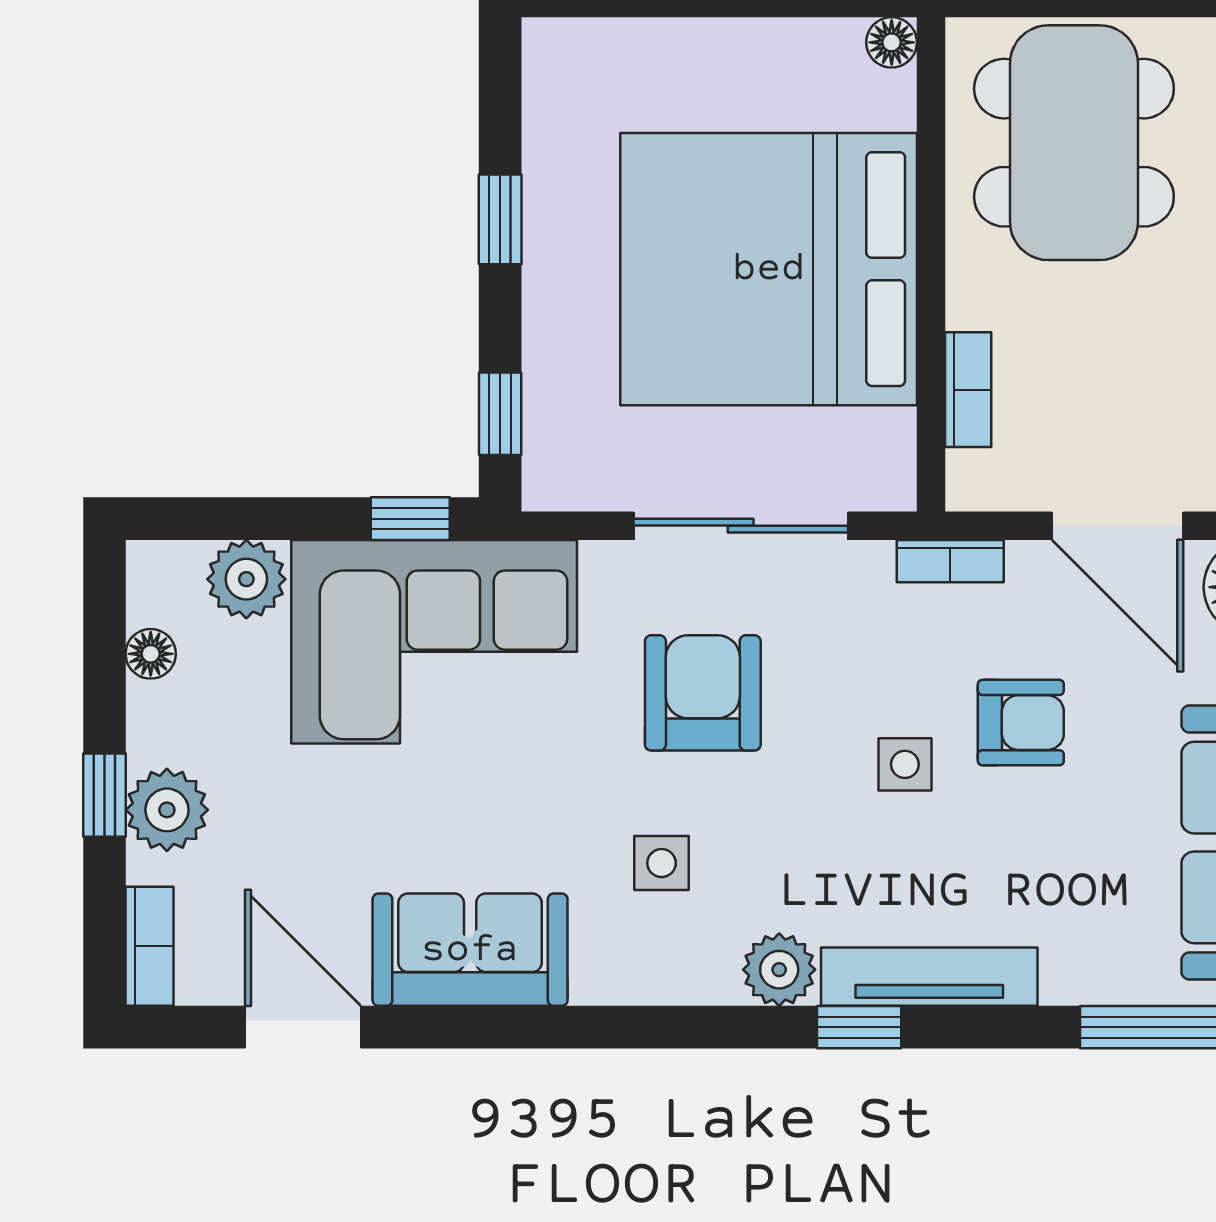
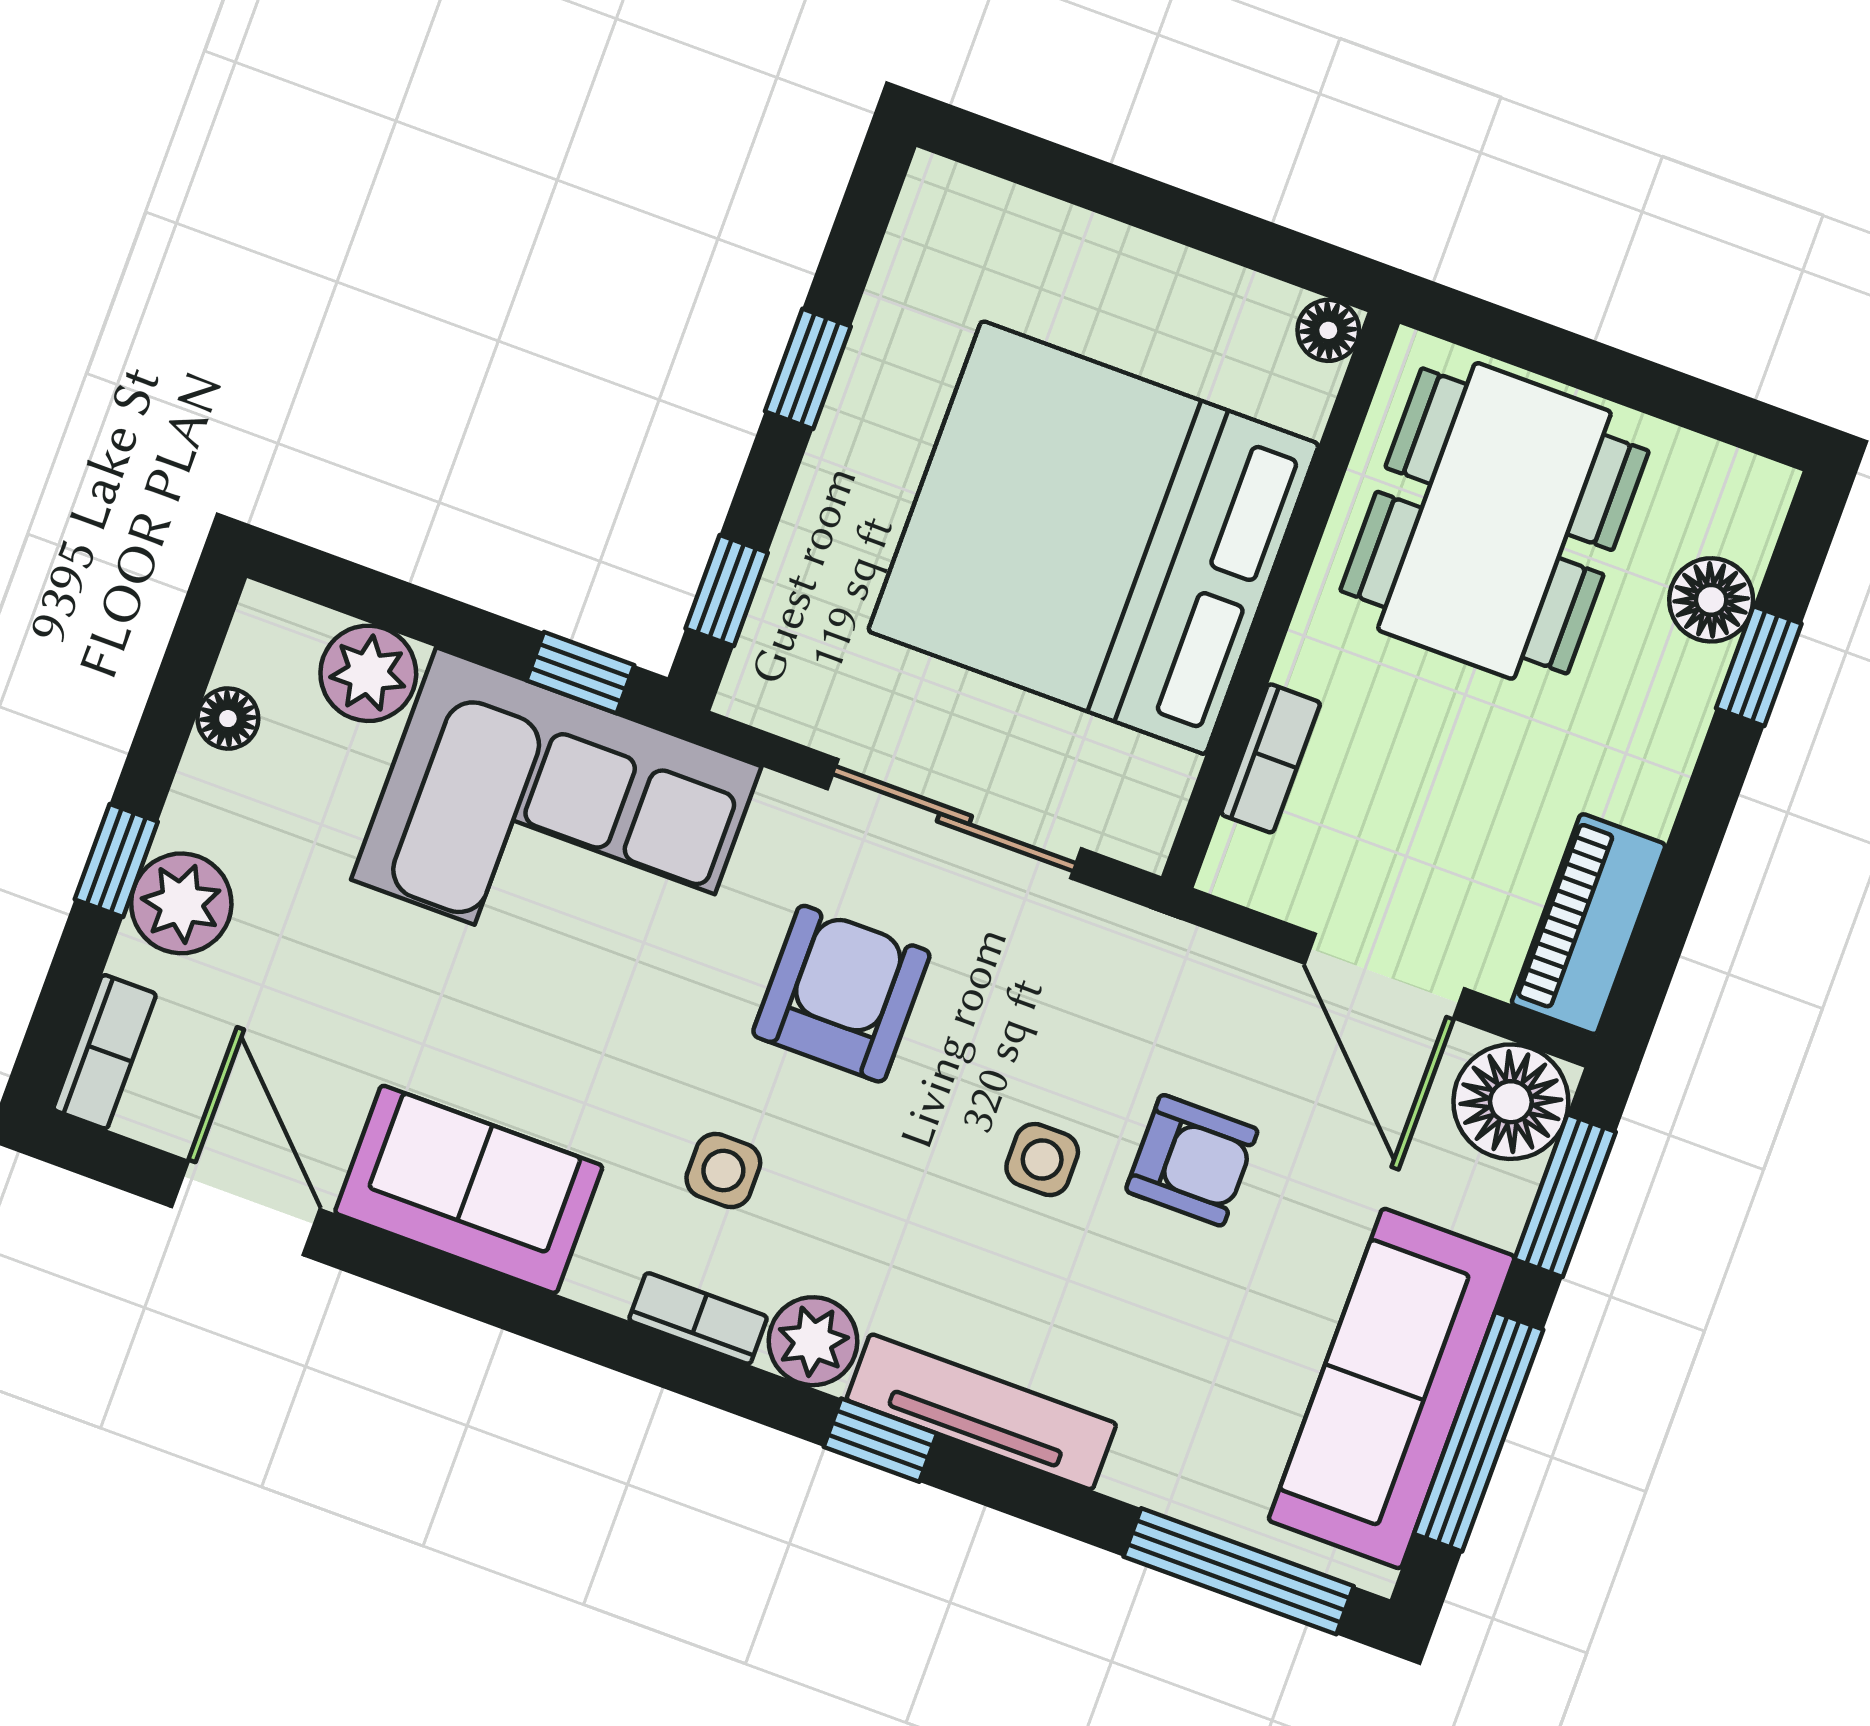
bookcase: (950, 561) -> (698, 1318), moved, turned 180

